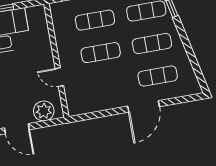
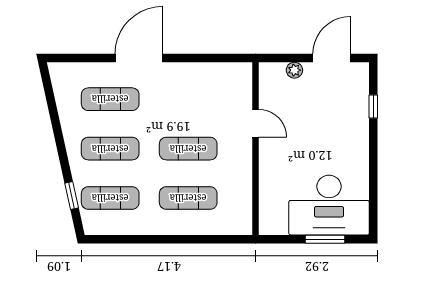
plant: (44, 111) -> (294, 70), width x0.53, depth x0.53
door: (17, 129) -> (332, 58), hinge flipped

